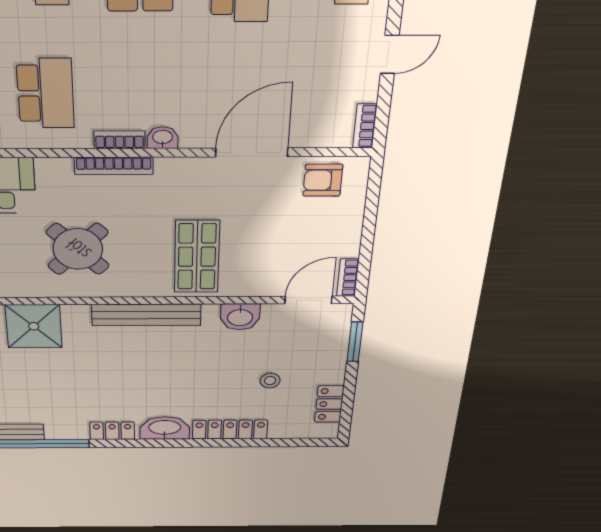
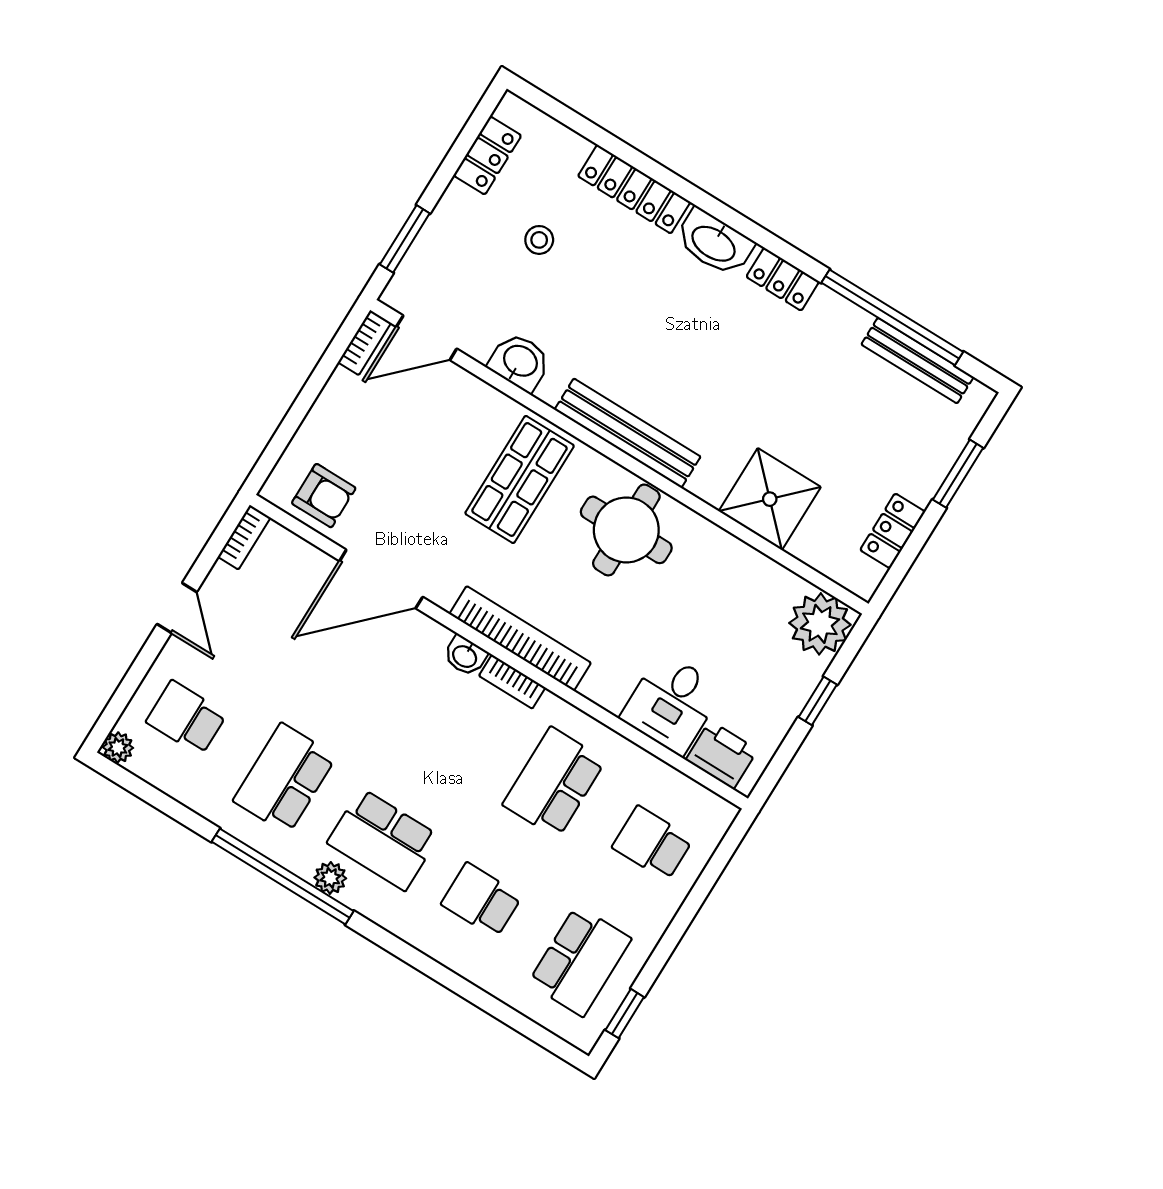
door: (390, 55) -> (177, 608), swing flipped
bookcase: (114, 166) -> (520, 638), width x1.48, depth x1.31
round table: (78, 249) -> (626, 530), moved, turned 45

